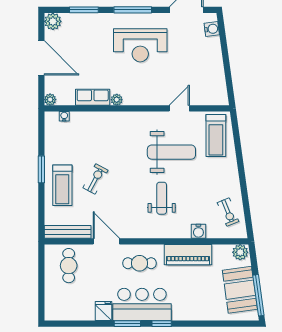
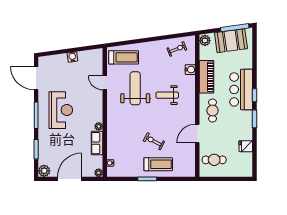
water cooler: (212, 29) -> (72, 57), moved
bench: (68, 232) -> (191, 161), removed
bar counter: (142, 304) -> (241, 89), moved
fridge: (104, 311) -> (246, 146), moved

